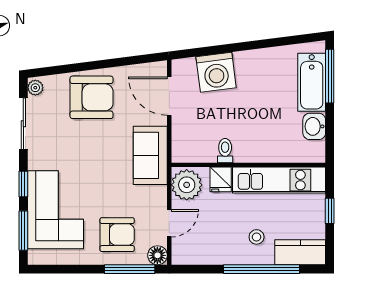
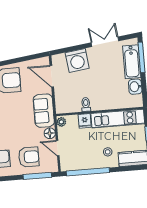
double door: (268, 43) -> (105, 42), added
plant: (187, 185) -> (61, 122), width x0.53, depth x0.53
door: (169, 223) -> (58, 148), swing flipped
floor lamp: (157, 255) -> (50, 133), moved
window: (262, 269) -> (88, 172), moved

